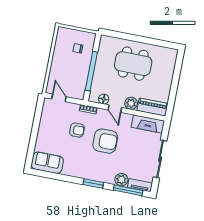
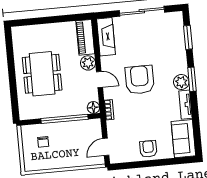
floor lamp: (104, 99) -> (93, 107), moved
door: (115, 109) -> (100, 80), hinge flipped
armchair: (77, 130) -> (148, 149), moved
plant: (121, 180) -> (181, 82), moved
tv unit: (140, 185) -> (185, 105), moved
window: (128, 190) -> (188, 37), width x0.69

